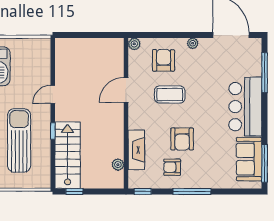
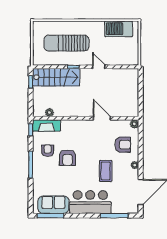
coffee table: (170, 95) -> (106, 171), moved
armchair: (182, 139) -> (67, 158), turned -90
sun lounger: (19, 140) -> (66, 43), turned 180
fireplace: (136, 150) -> (47, 125), moved

